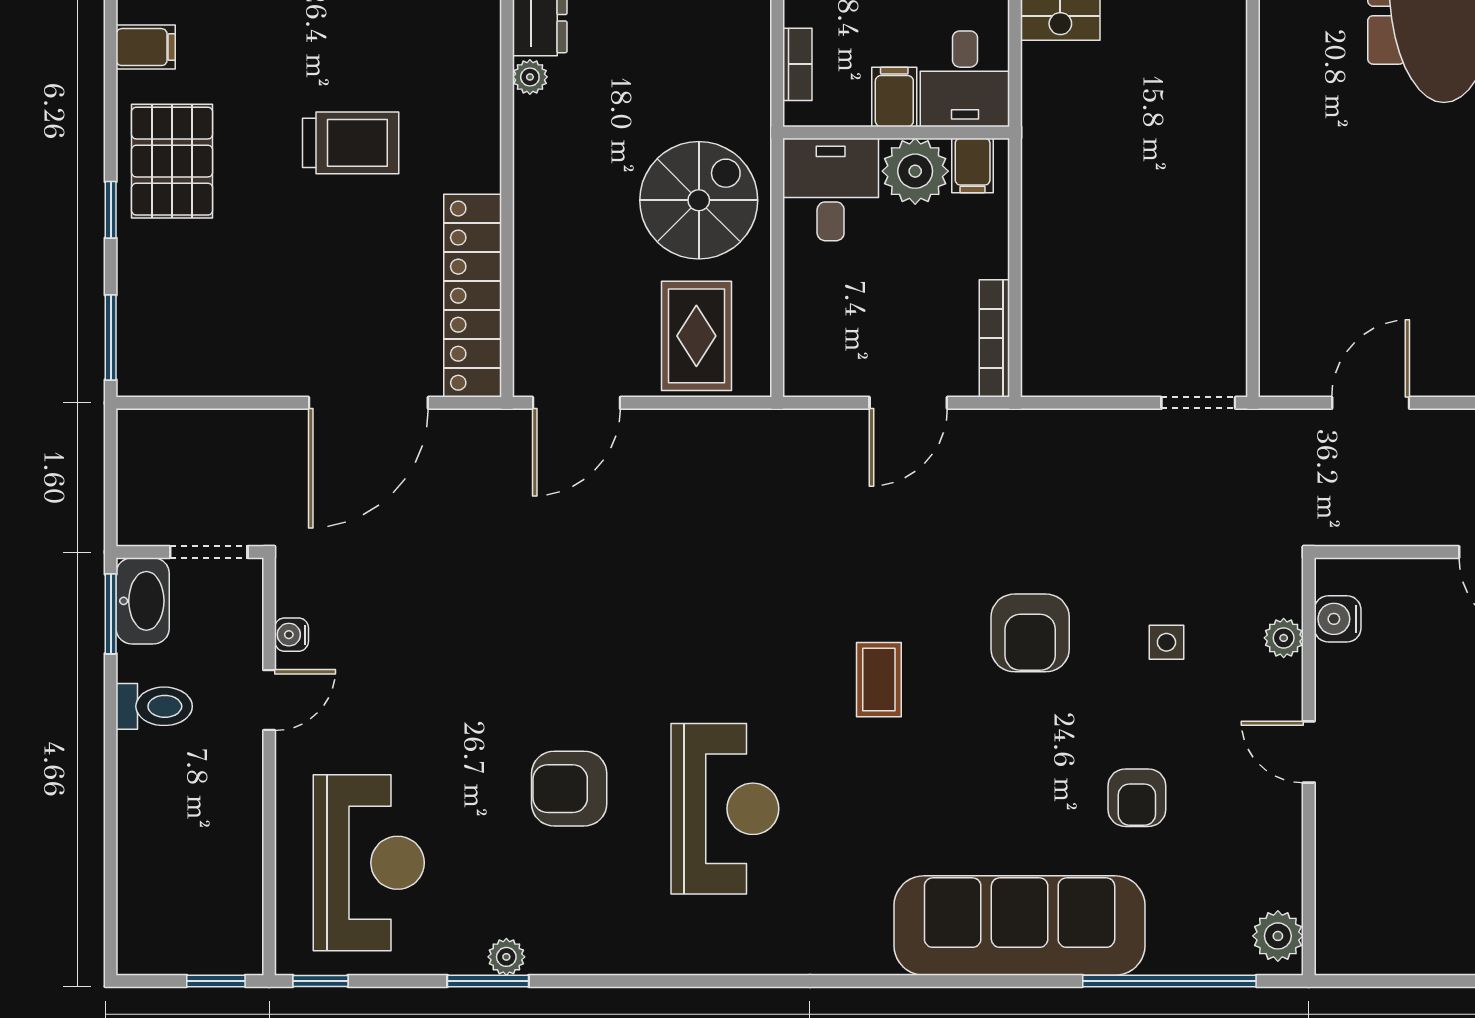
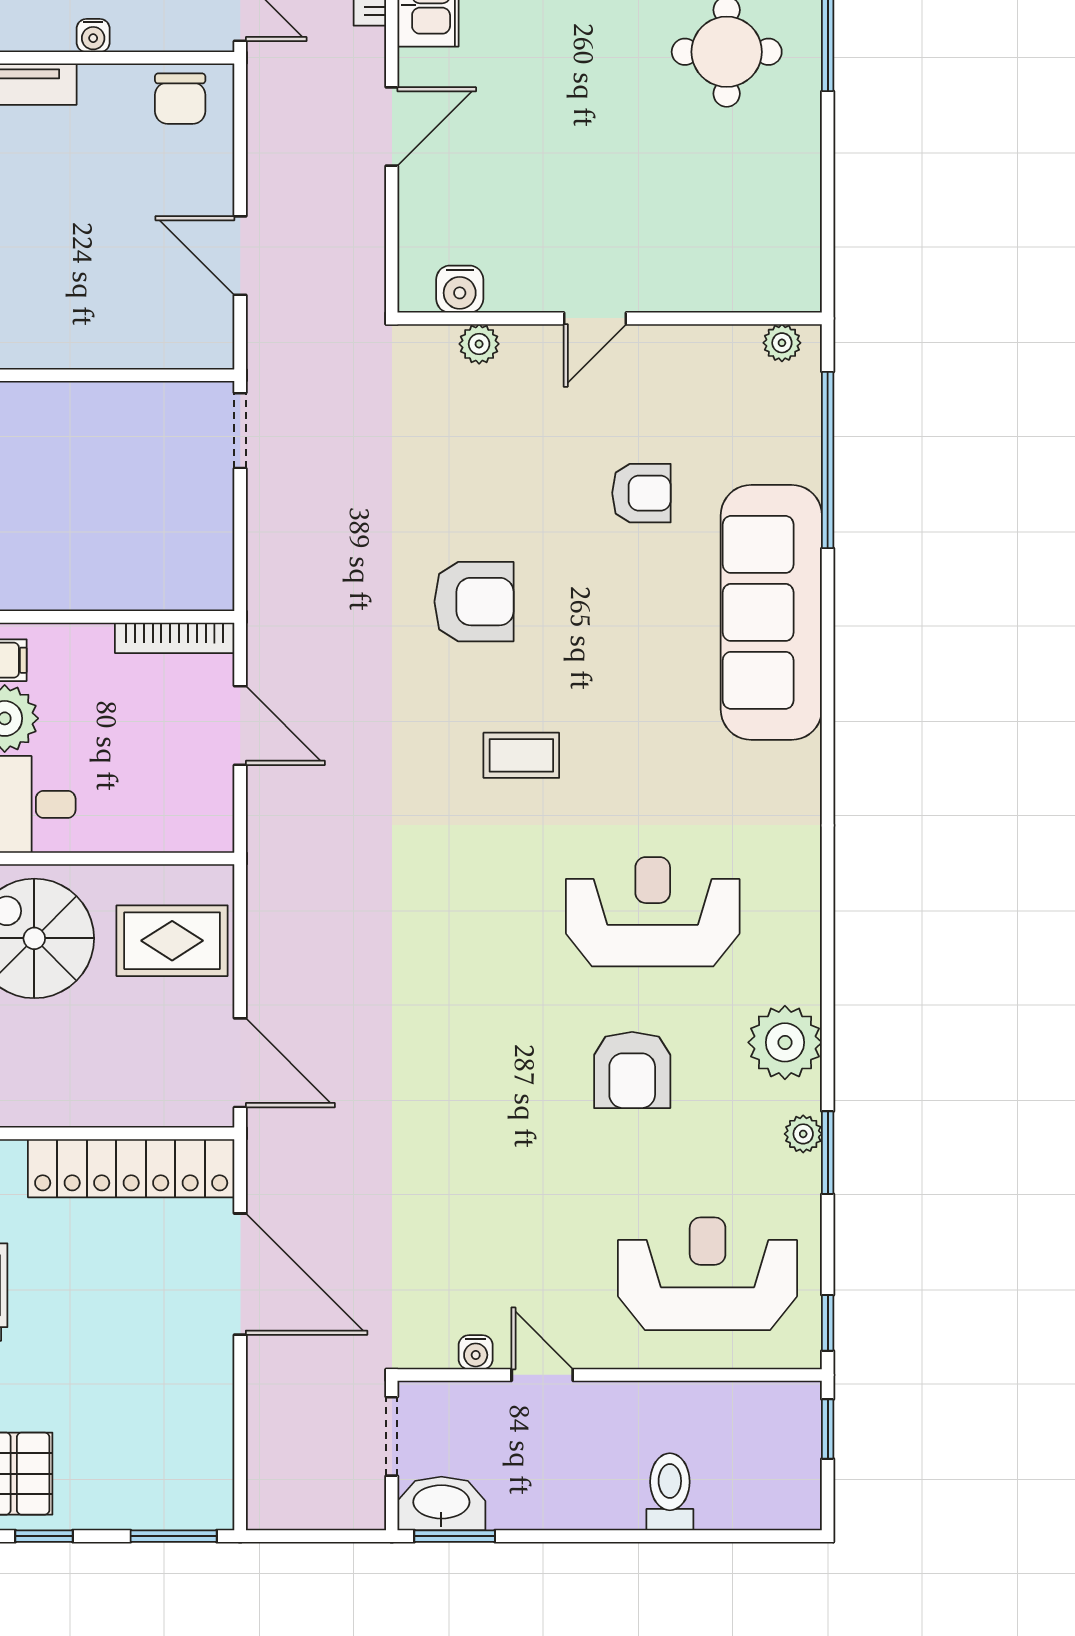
side table: (1166, 642) -> (483, 463), removed
toilet: (154, 706) -> (670, 1492), moved
plant: (1278, 936) -> (782, 343), width x0.73, depth x0.73
plant: (596, 939) -> (785, 1042), added

